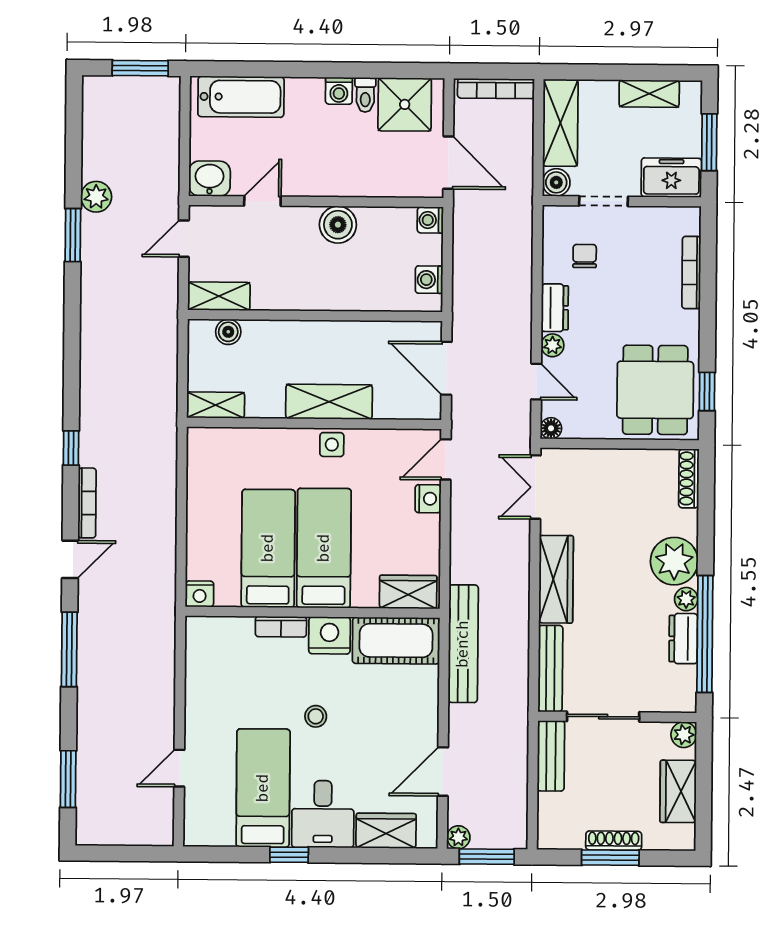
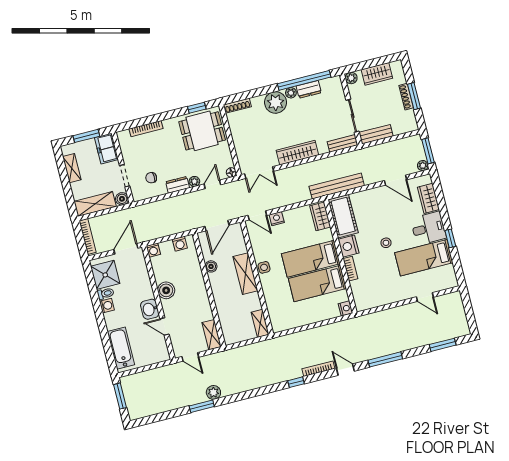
washbasin: (210, 179) -> (150, 309), moved
plant: (96, 197) -> (213, 392), moved
boiler: (228, 332) -> (211, 266), moved
bench: (550, 669) -> (343, 143), width x0.73

